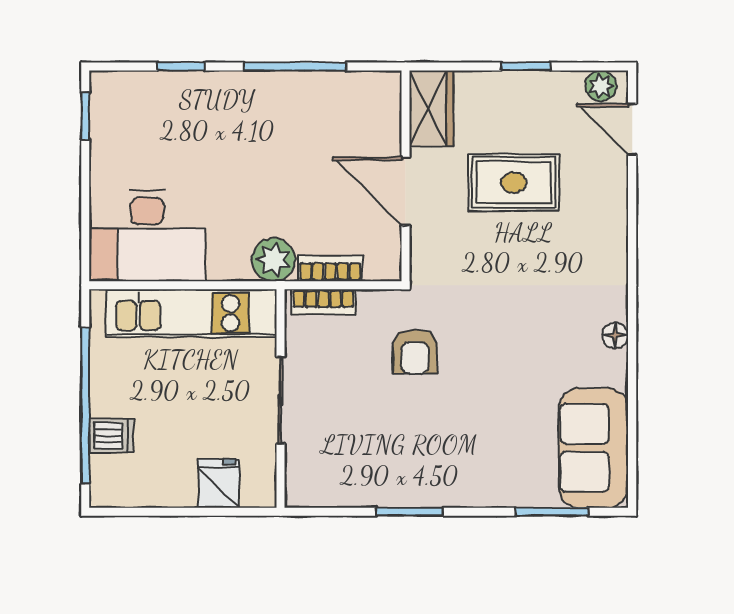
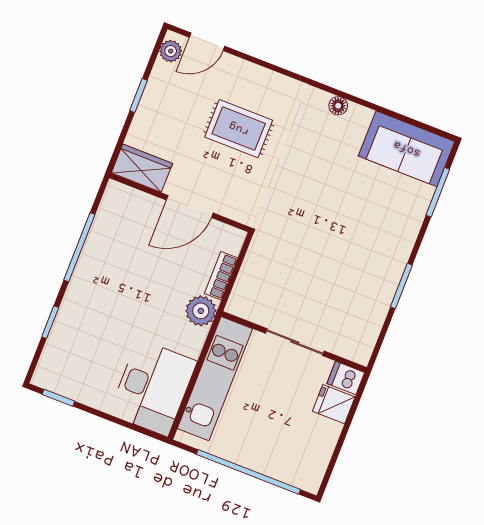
rug: (514, 182) -> (239, 129), moved, turned 90
bookcase: (323, 302) -> (241, 289), removed
armchair: (415, 352) -> (297, 241), removed
dishwasher: (111, 436) -> (346, 378), moved, turned -90

